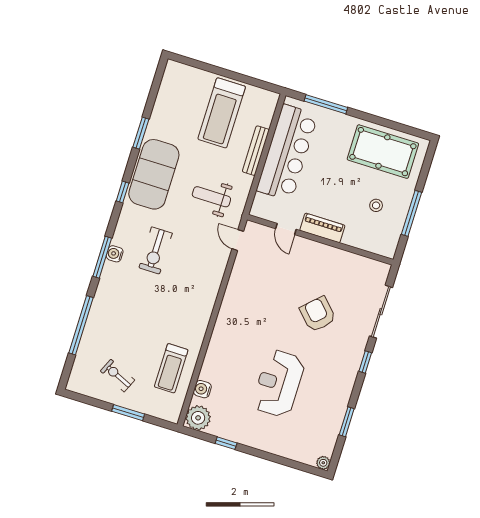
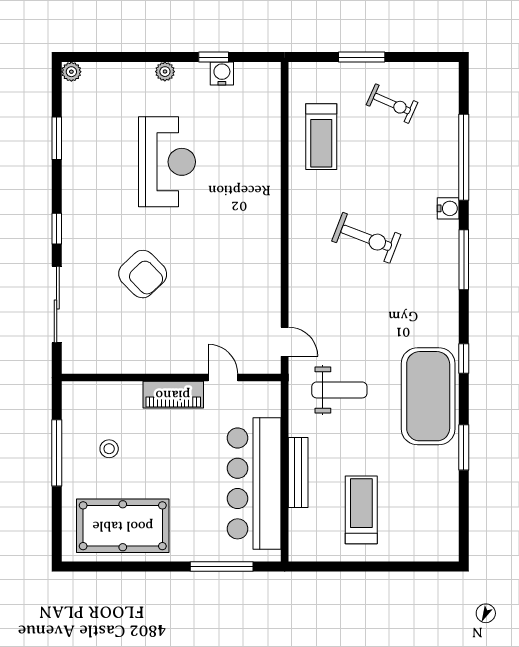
treadmill: (222, 113) -> (361, 510), width x0.73, depth x0.73
exercise bike: (156, 250) -> (366, 238), moved, turned 111
water cooler: (115, 254) -> (448, 208), moved
treadmill: (171, 368) -> (321, 137), turned 180
water cooler: (202, 389) -> (222, 73), moved, turned -90
plant: (198, 418) -> (165, 72), moved, width x0.53, depth x0.53

